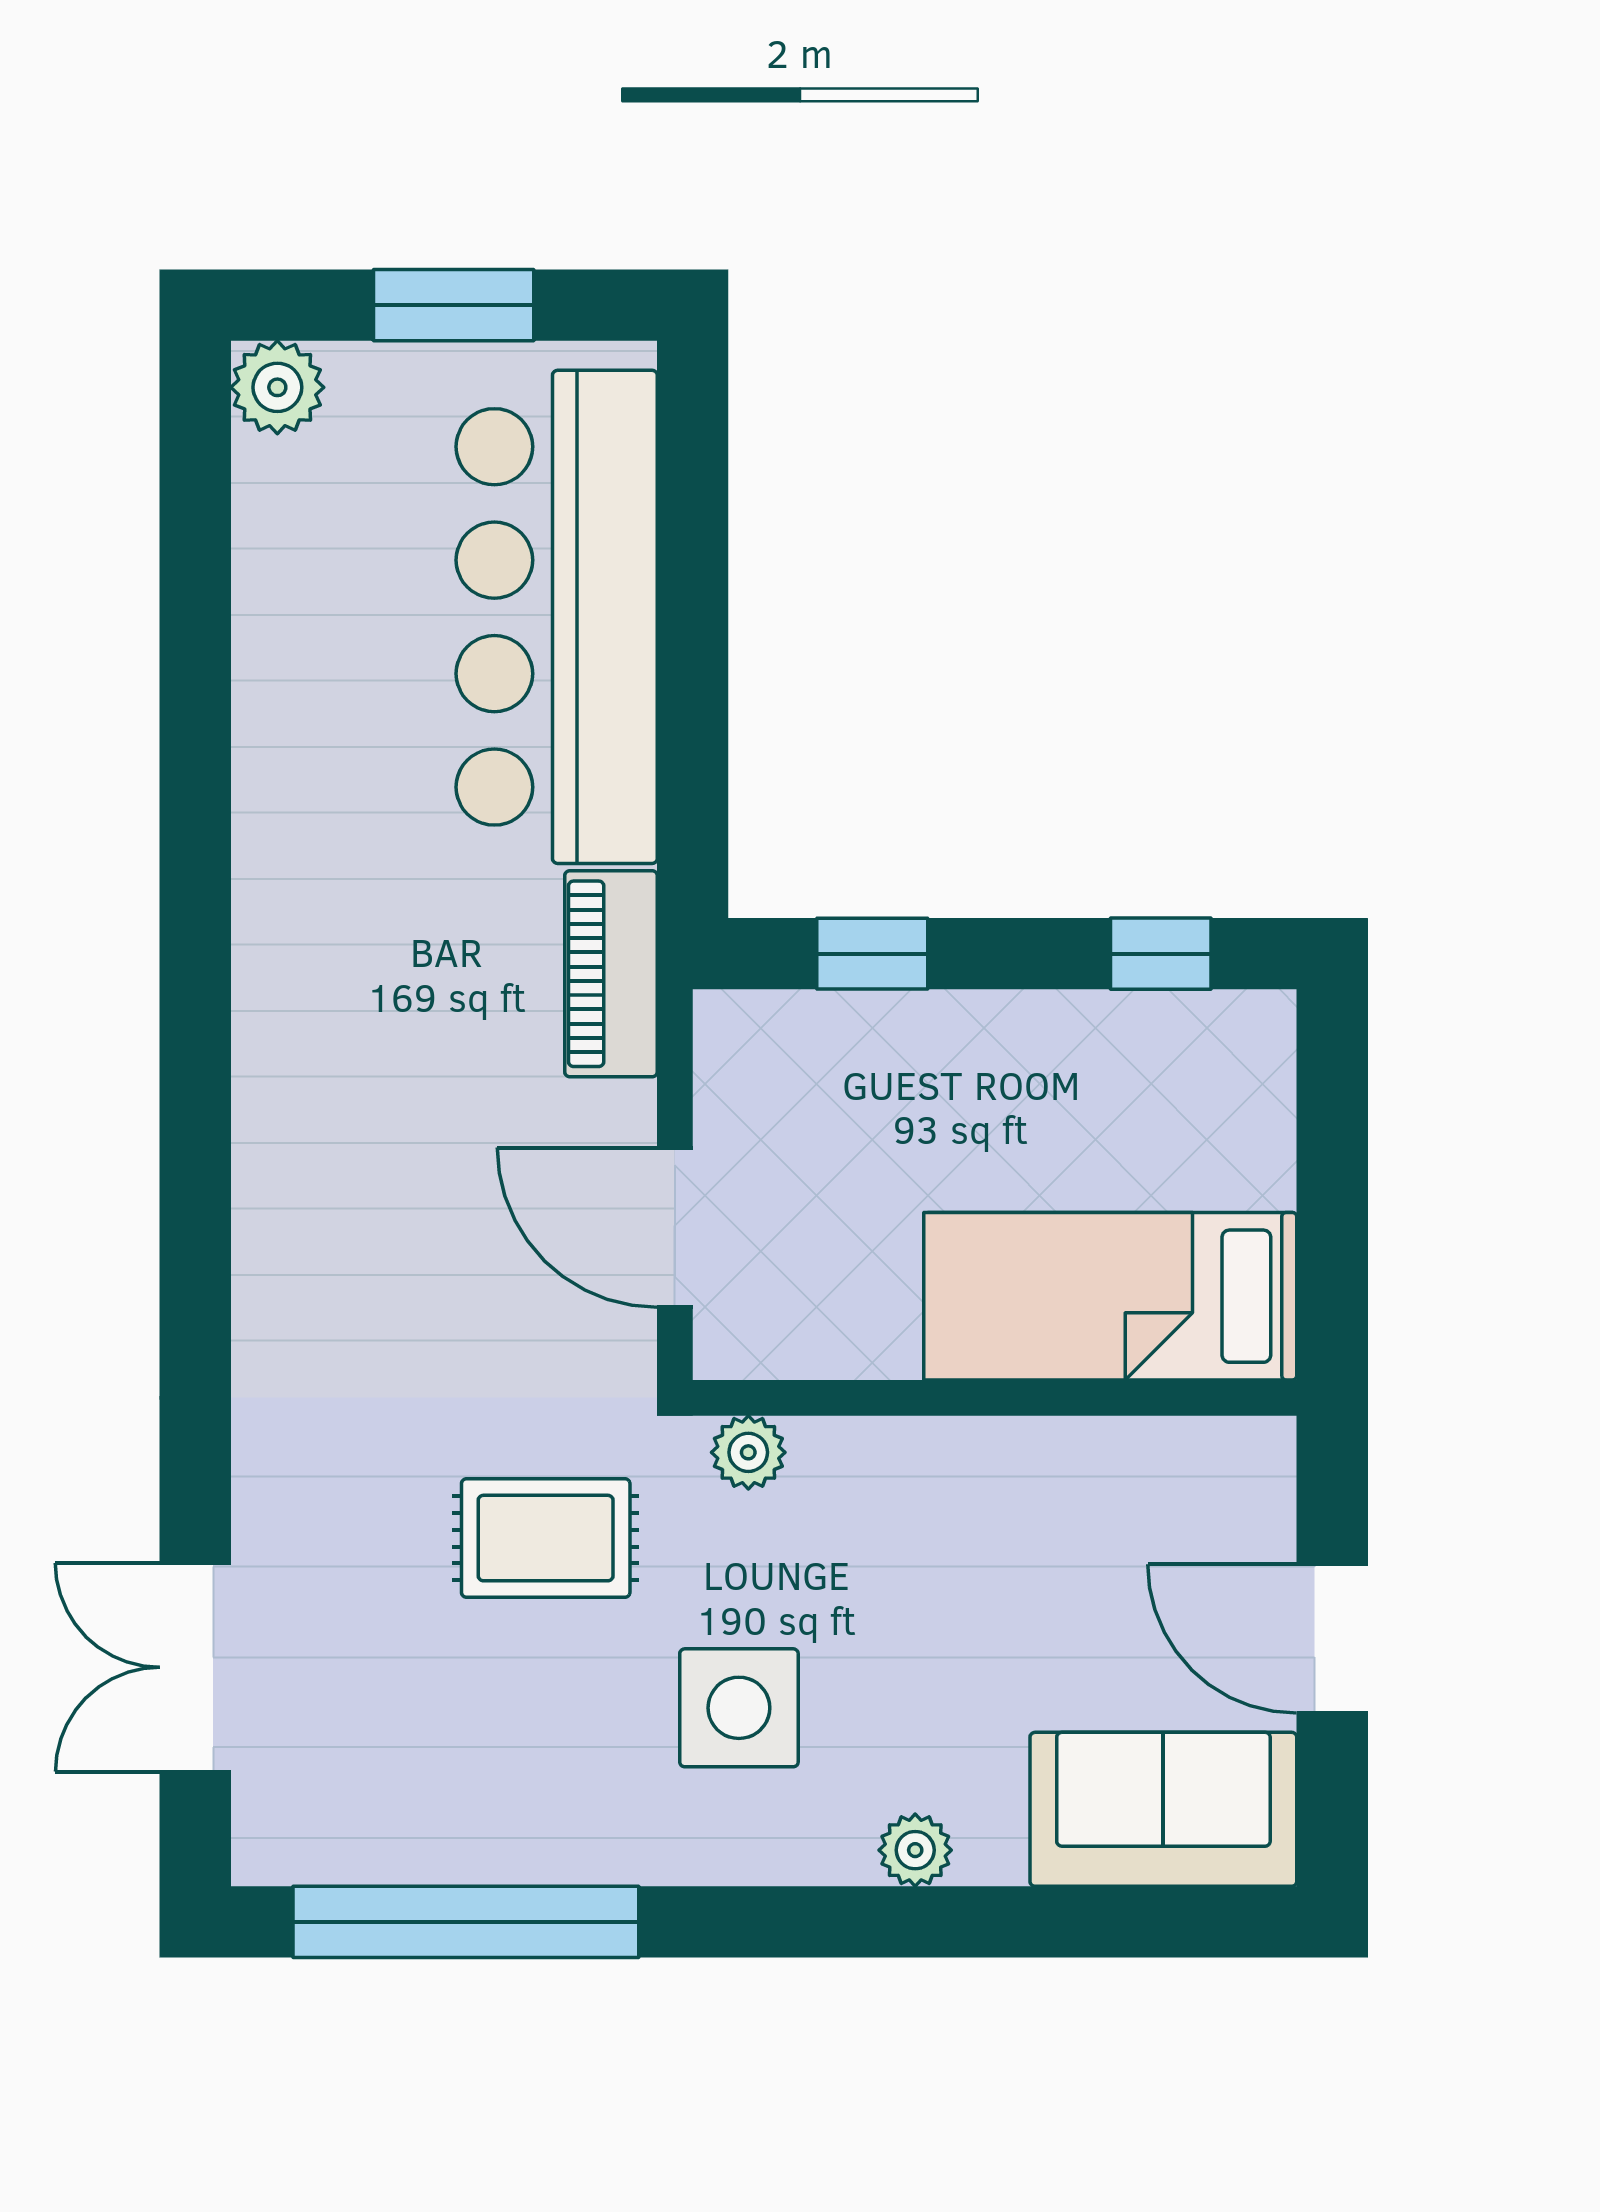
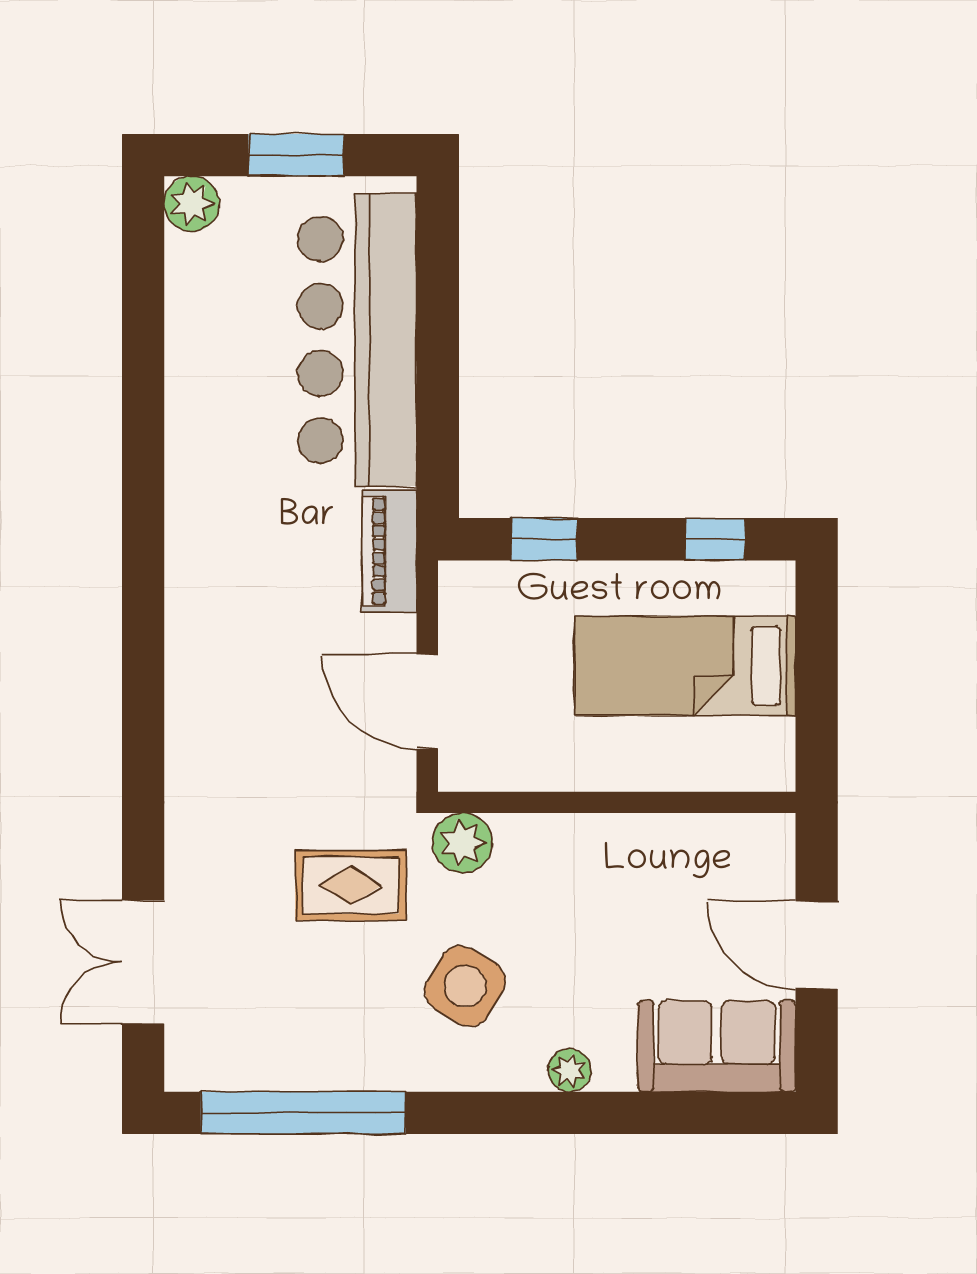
bed: (1110, 1296) -> (685, 666), moved
plant: (748, 1452) -> (463, 843), width x1.38, depth x1.38
side table: (739, 1708) -> (465, 986), turned 31

